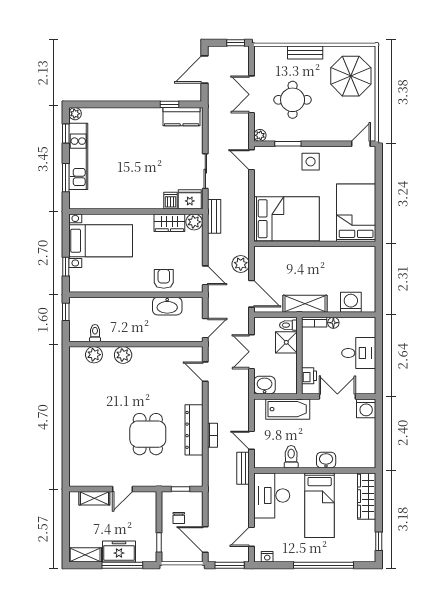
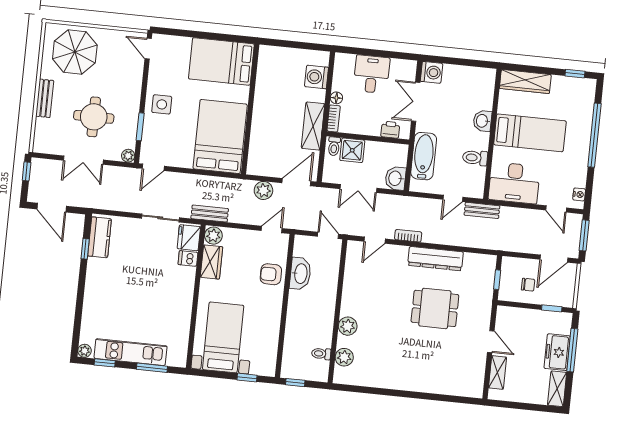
bookcase: (213, 435) -> (408, 236), moved

